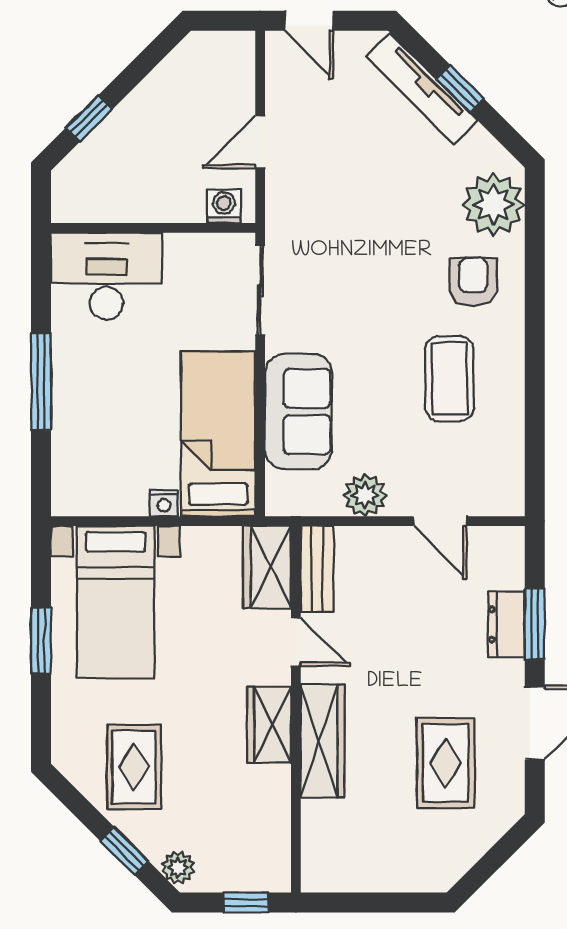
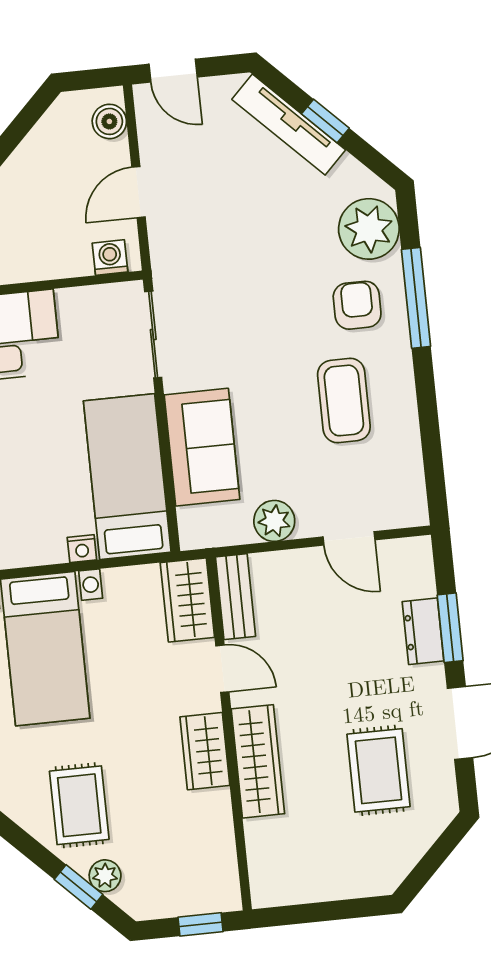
boiler: (238, 66) -> (109, 121), added
window: (535, 281) -> (416, 298), added
plant: (178, 868) -> (105, 876), moved

